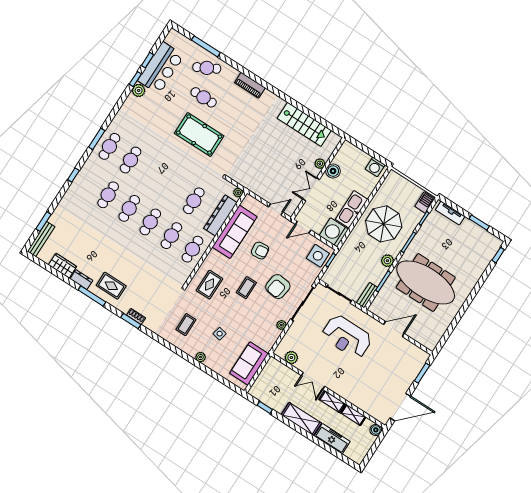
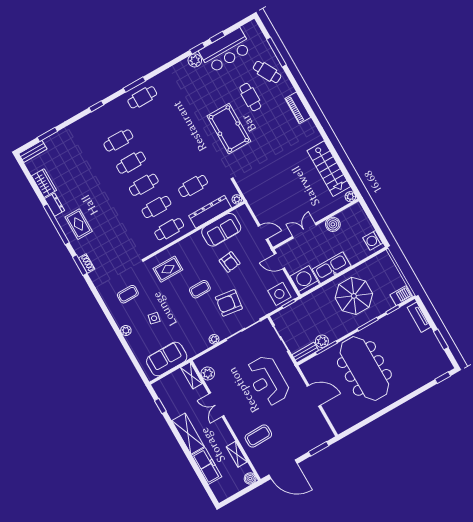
cafe table: (131, 160) -> (155, 120), removed
plant: (320, 164) -> (350, 197), moved
sofa: (235, 232) -> (221, 230), width x0.73
bench: (41, 239) -> (33, 151), width x0.73
plant: (387, 261) -> (322, 341), moved
window: (92, 296) -> (56, 224), width x1.46
coffee table: (364, 389) -> (258, 436), added
shelving: (332, 402) -> (191, 376), moved

